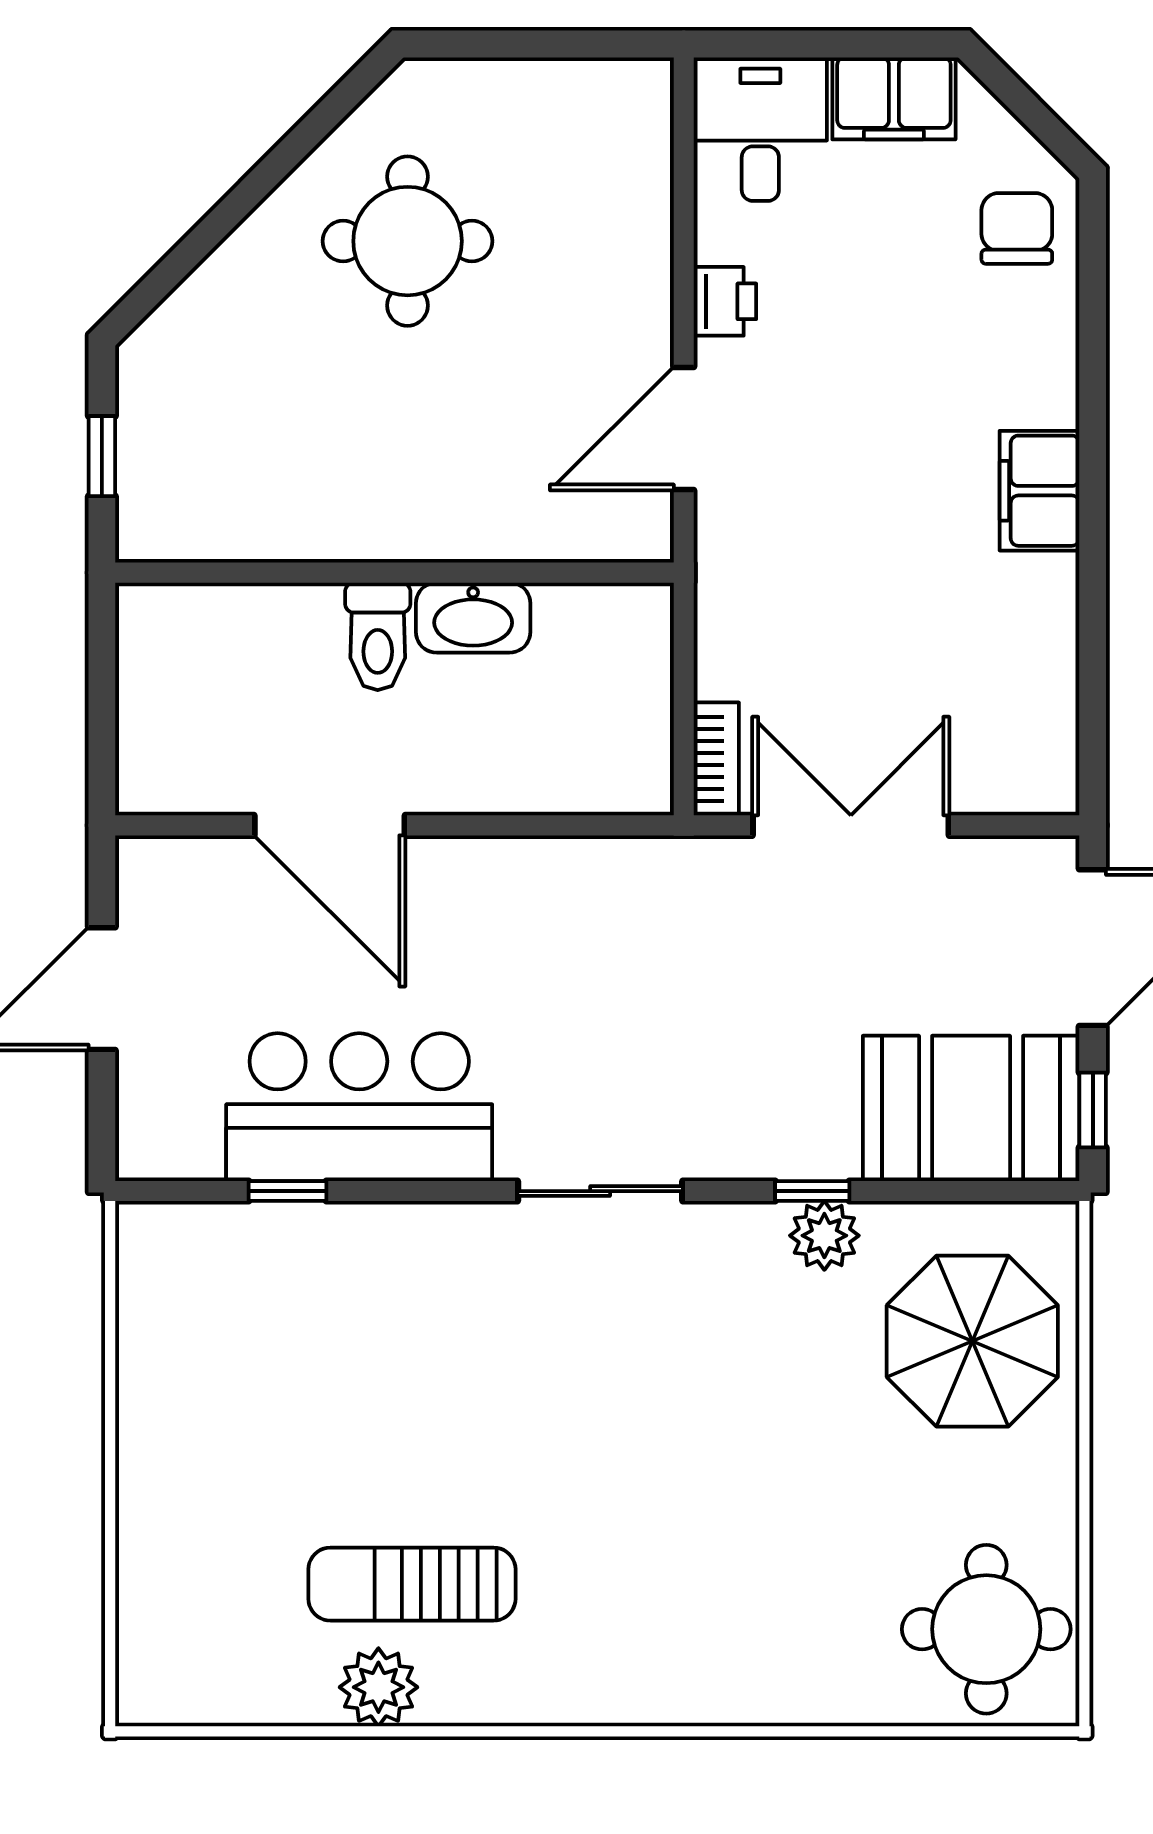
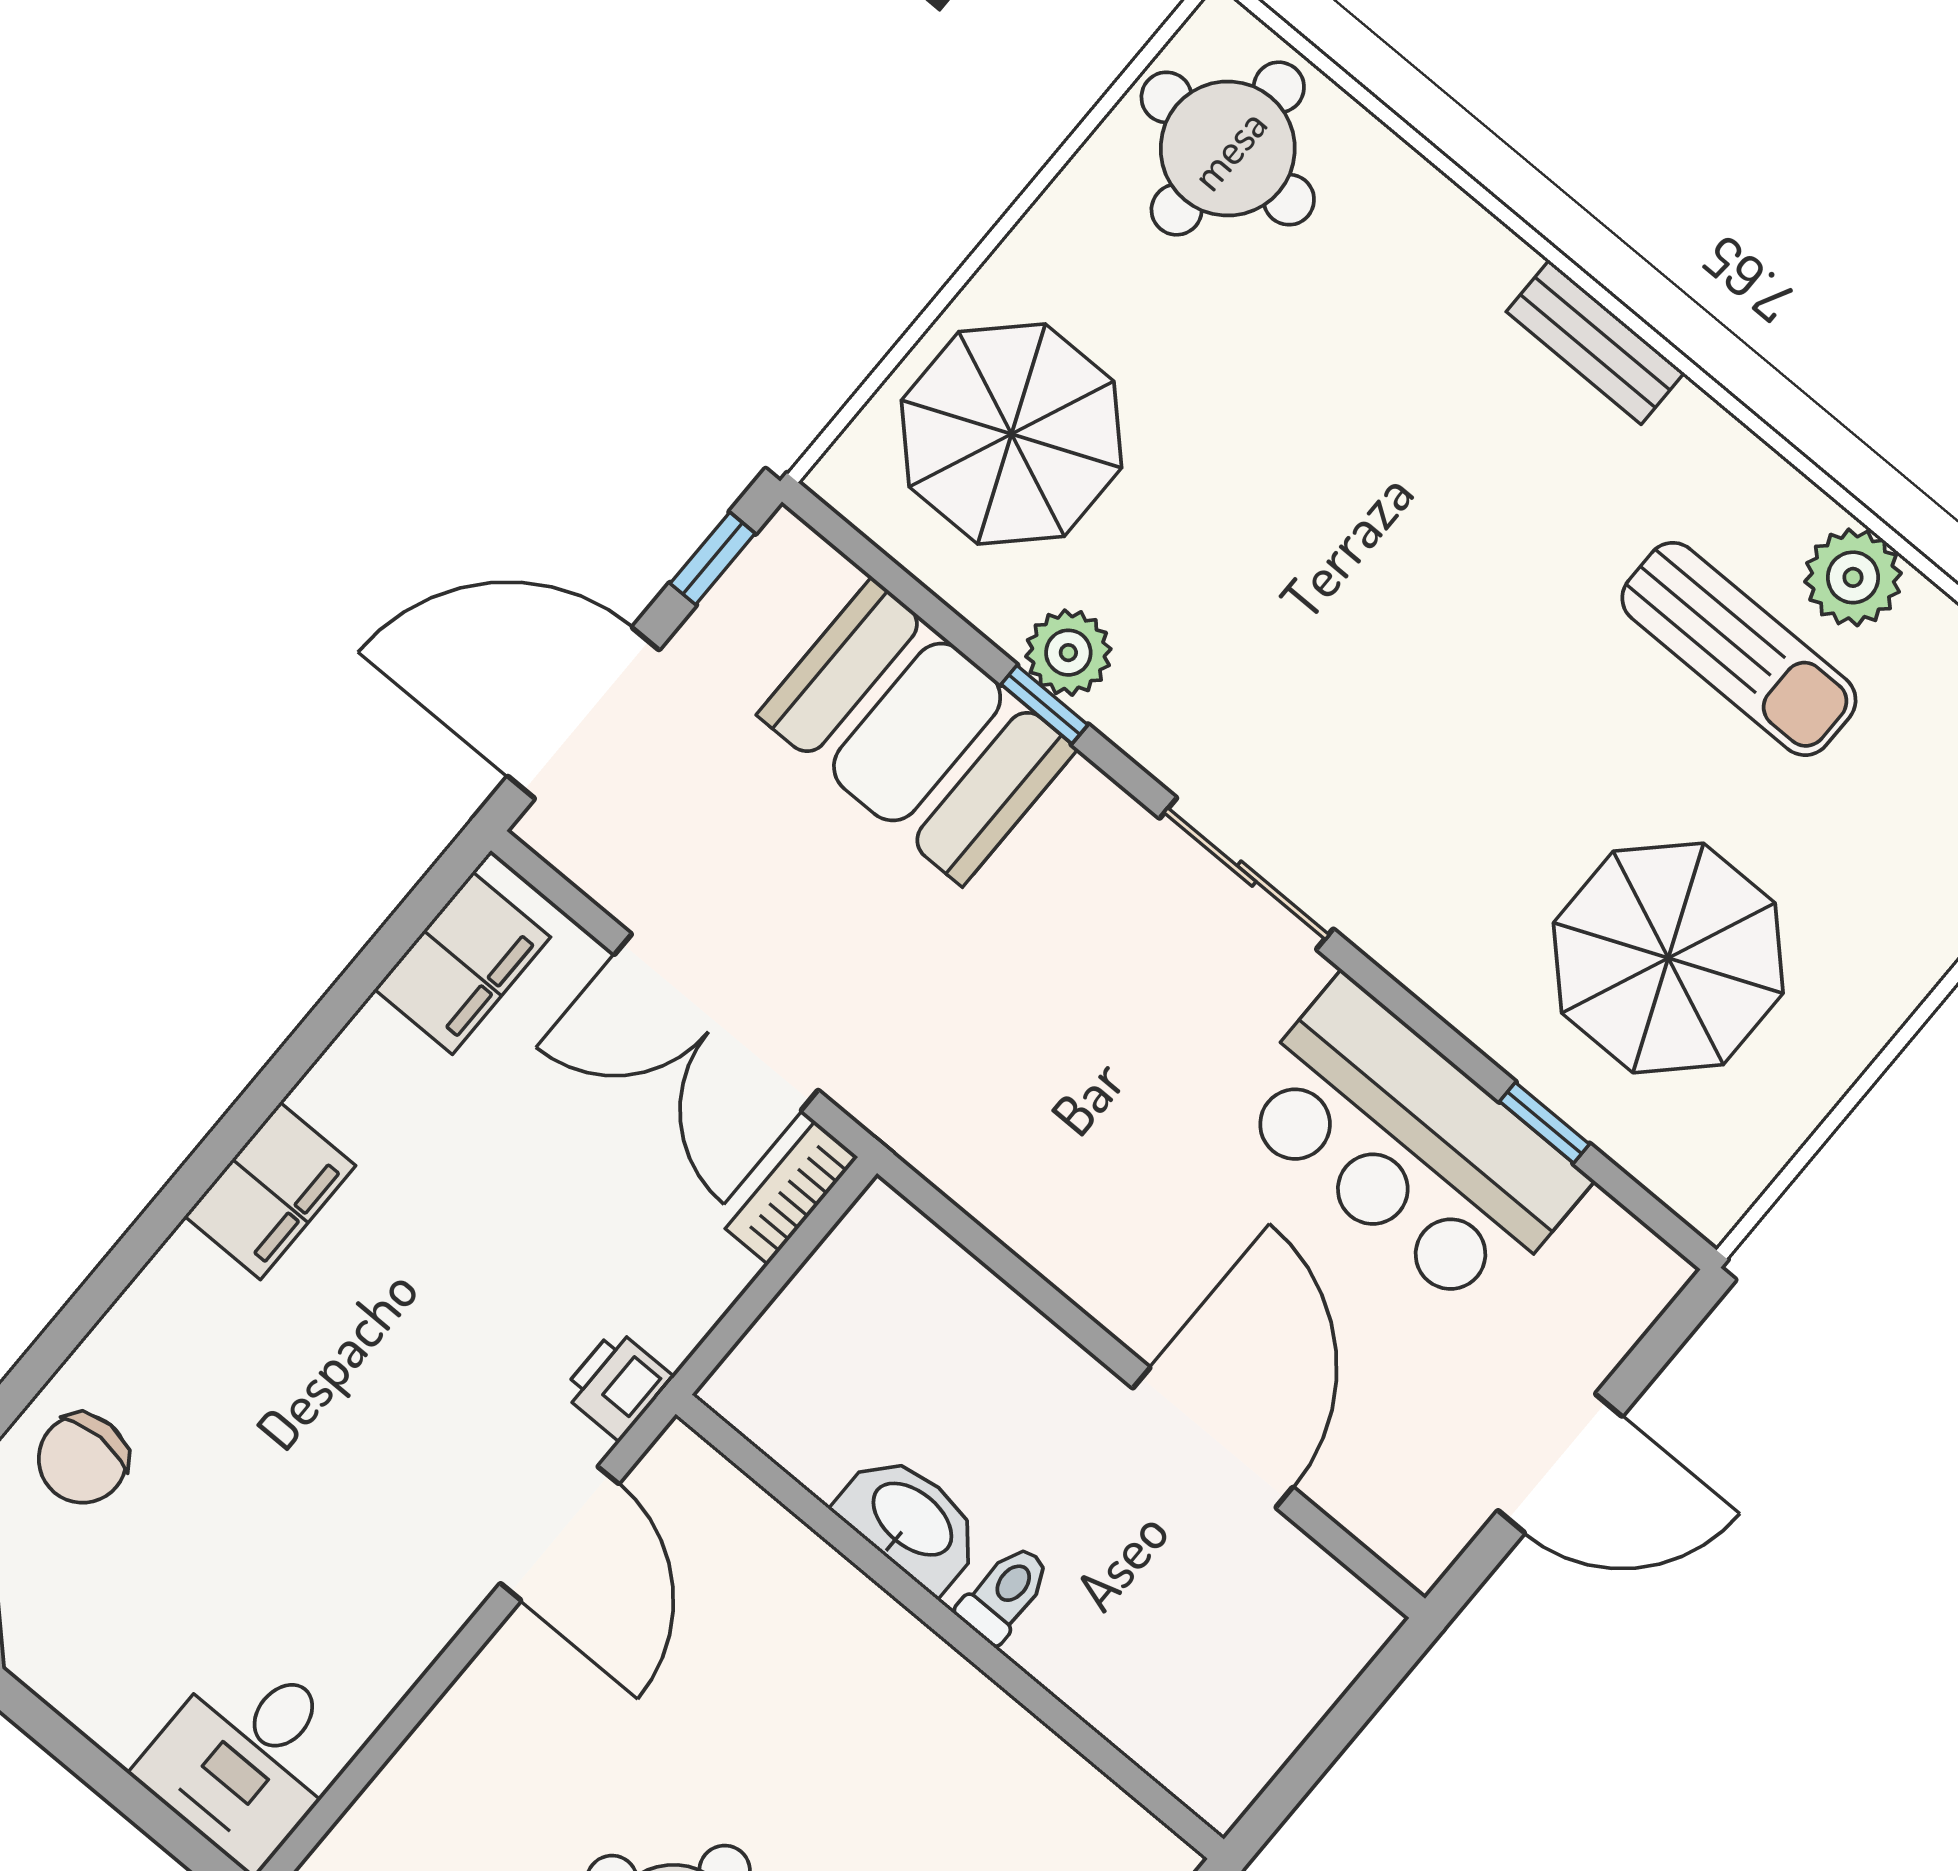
filing cabinet: (894, 98) -> (462, 963), moved, turned 90
printer: (725, 301) -> (617, 1385), moved
door: (684, 428) -> (559, 1534), hinge flipped
toilet: (378, 636) -> (1005, 1594), width x0.73, depth x0.72
booth: (971, 1108) -> (917, 732), moved
parasol: (296, 1357) -> (1668, 958), added
bench: (659, 1699) -> (1595, 342), added

